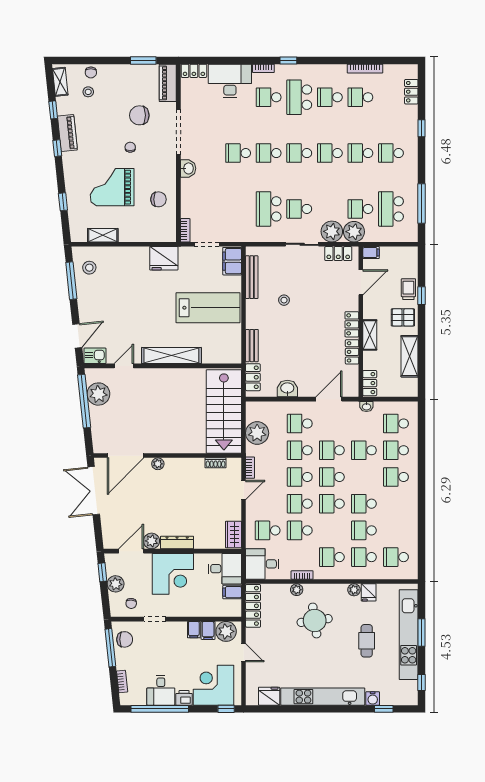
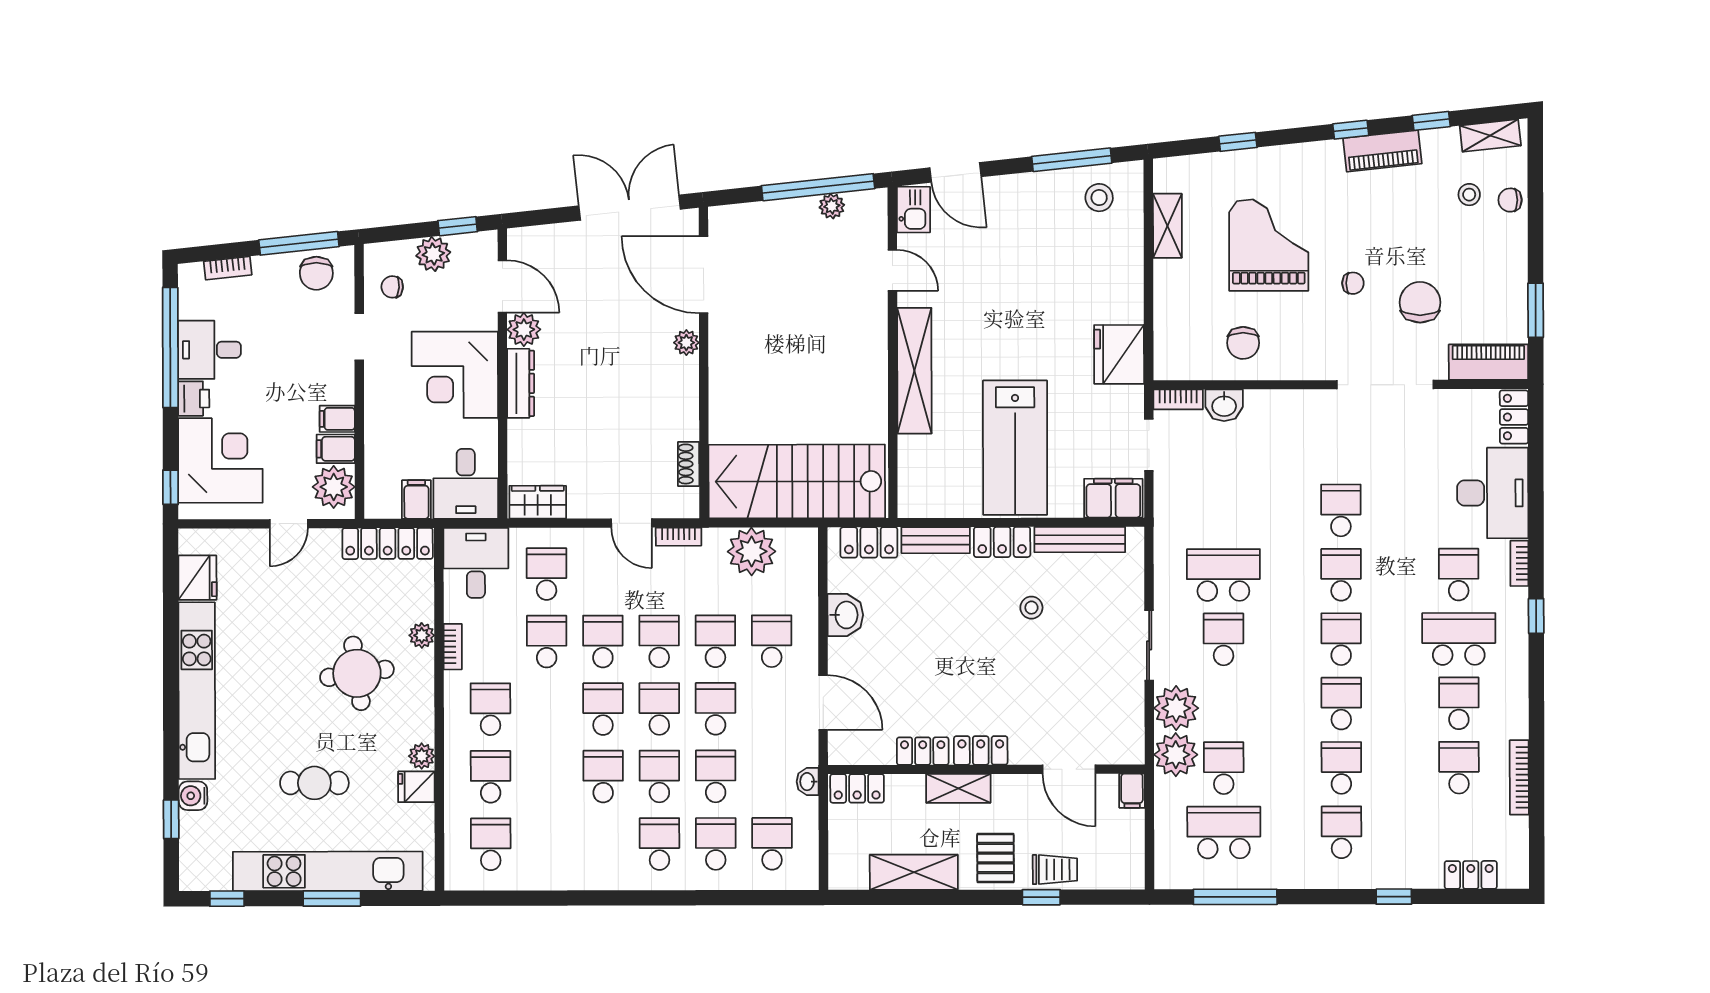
washbasin: (188, 168) -> (1224, 405), moved
locker: (338, 254) -> (1002, 542), moved, turned -90
plant: (98, 394) -> (832, 206), width x0.53, depth x0.53
school desk: (364, 530) -> (659, 776), moved

